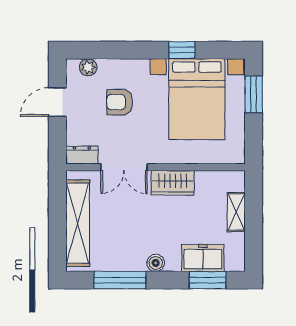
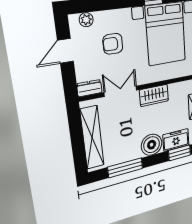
double door: (124, 167) -> (121, 91), swing flipped
boiler: (156, 263) -> (152, 145), width x1.86, depth x1.86

